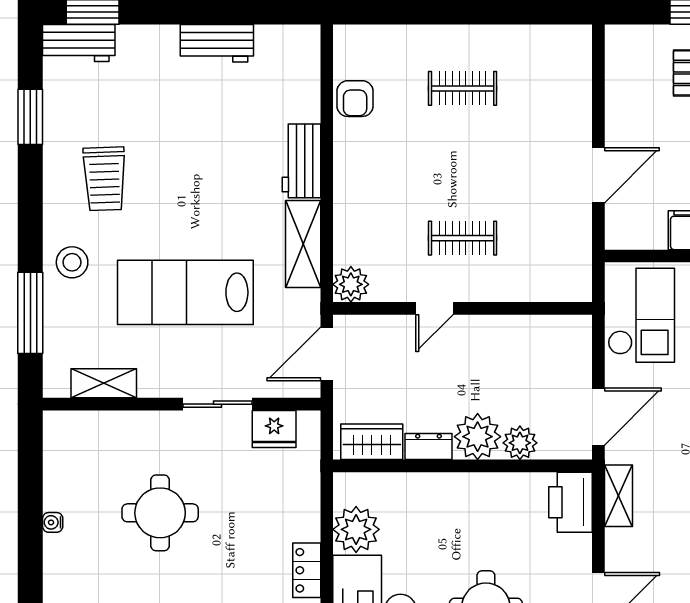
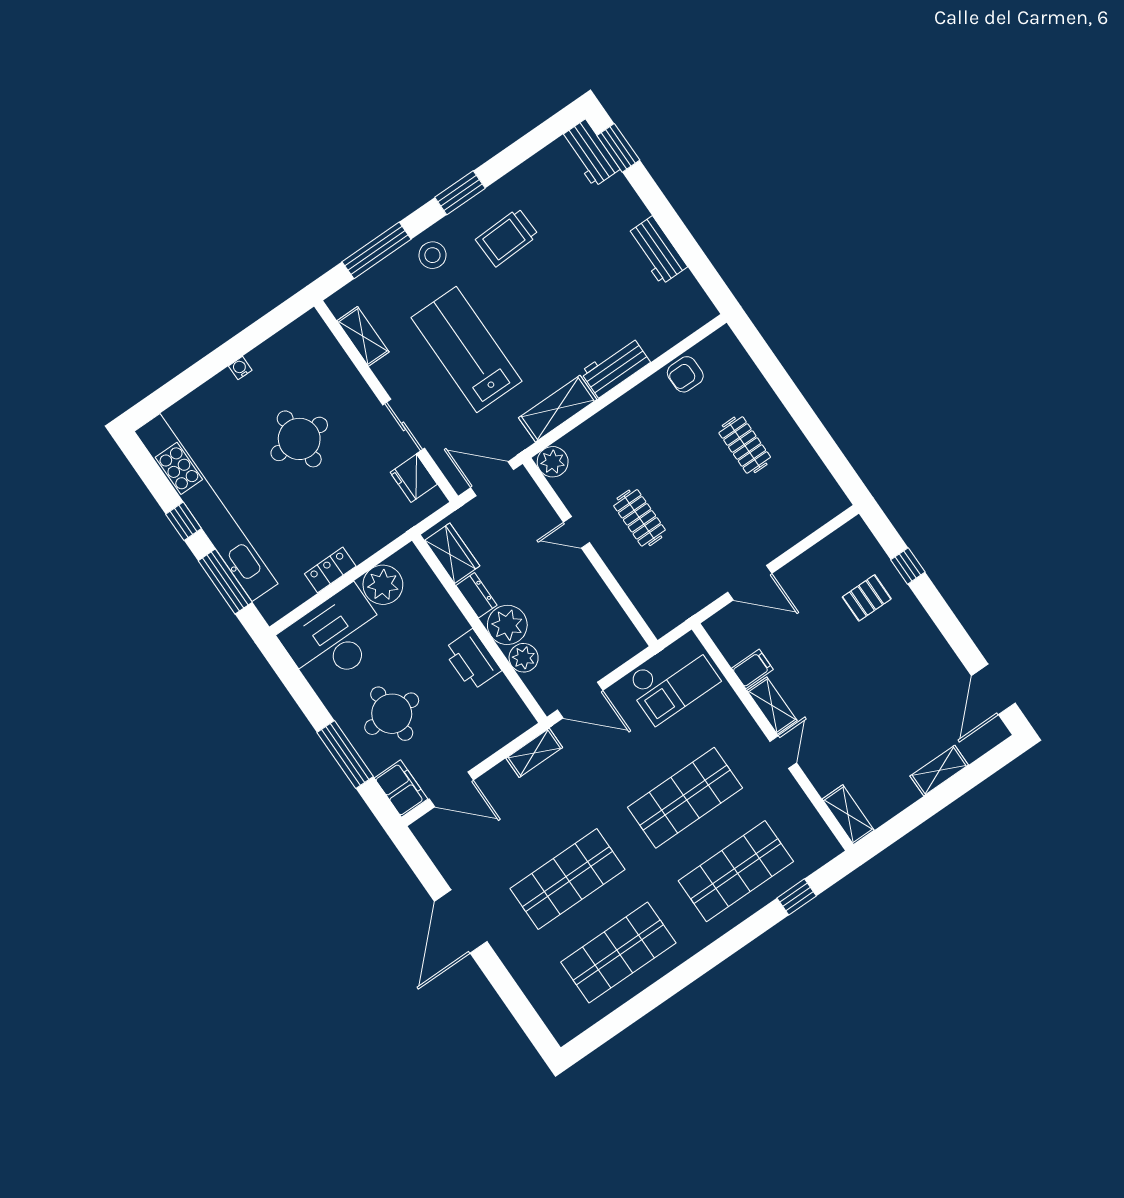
window: (30, 117) -> (460, 193), moved
printer: (570, 502) -> (472, 660), moved, turned -90

